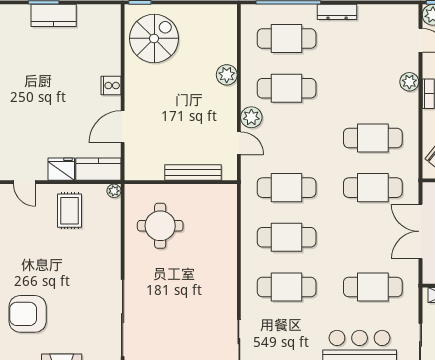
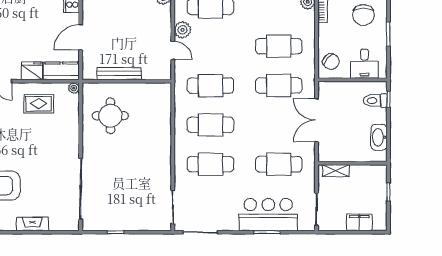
bench: (193, 172) -> (119, 74), moved
rug: (70, 211) -> (39, 104), turned 90

